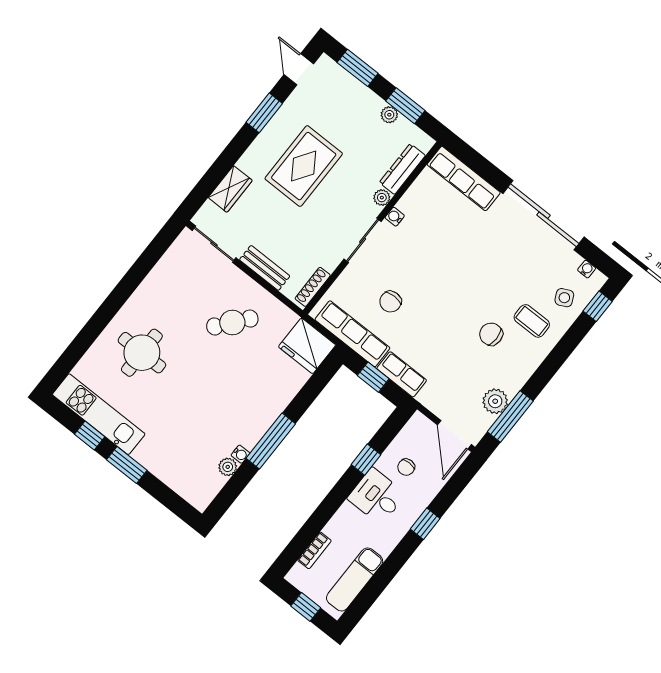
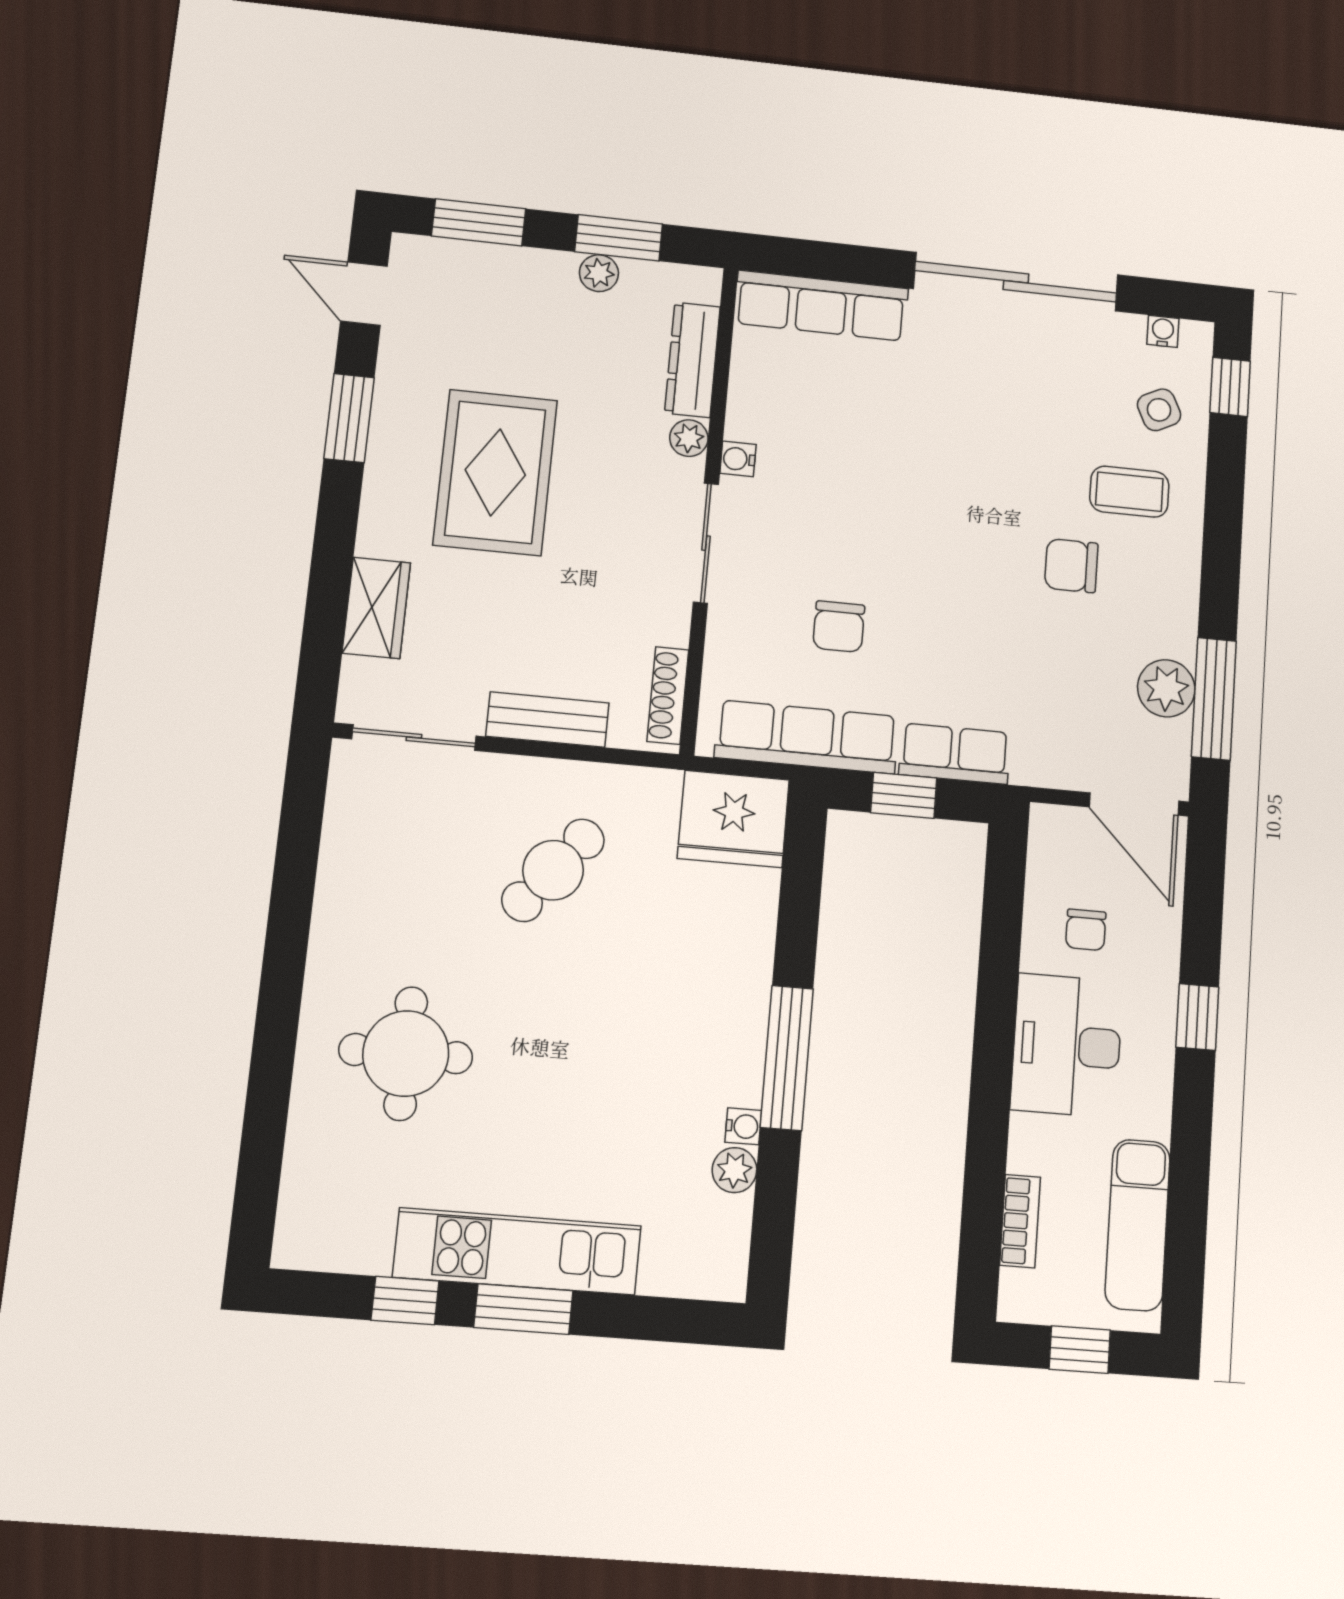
kitchen unit: (99, 414) -> (517, 1251), moved
window: (366, 460) -> (999, 968), removed
desk: (377, 496) -> (1067, 1045), width x1.37

